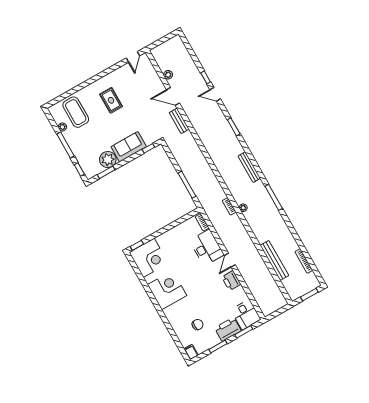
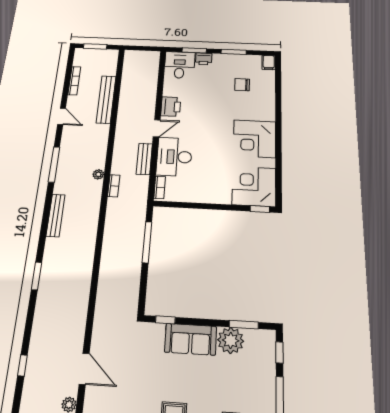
door: (215, 94) -> (62, 116), moved
bench: (179, 121) -> (144, 159), moved
printer: (228, 329) -> (204, 59), width x0.53, depth x0.68

